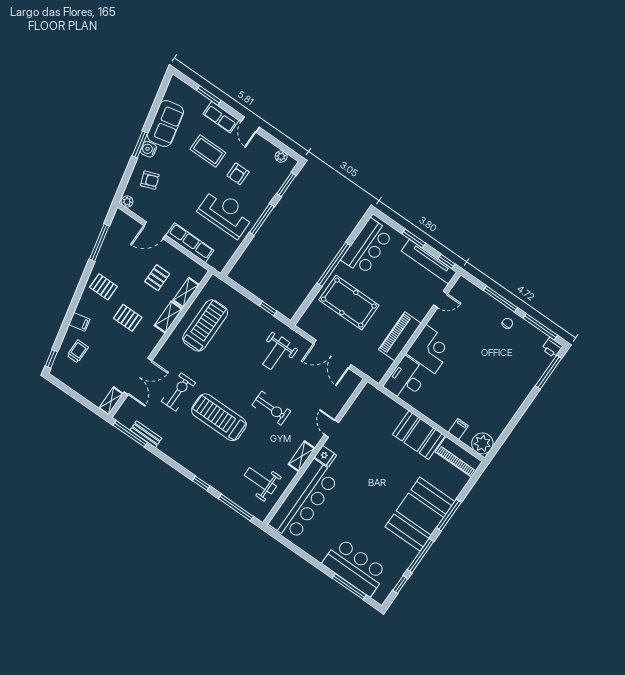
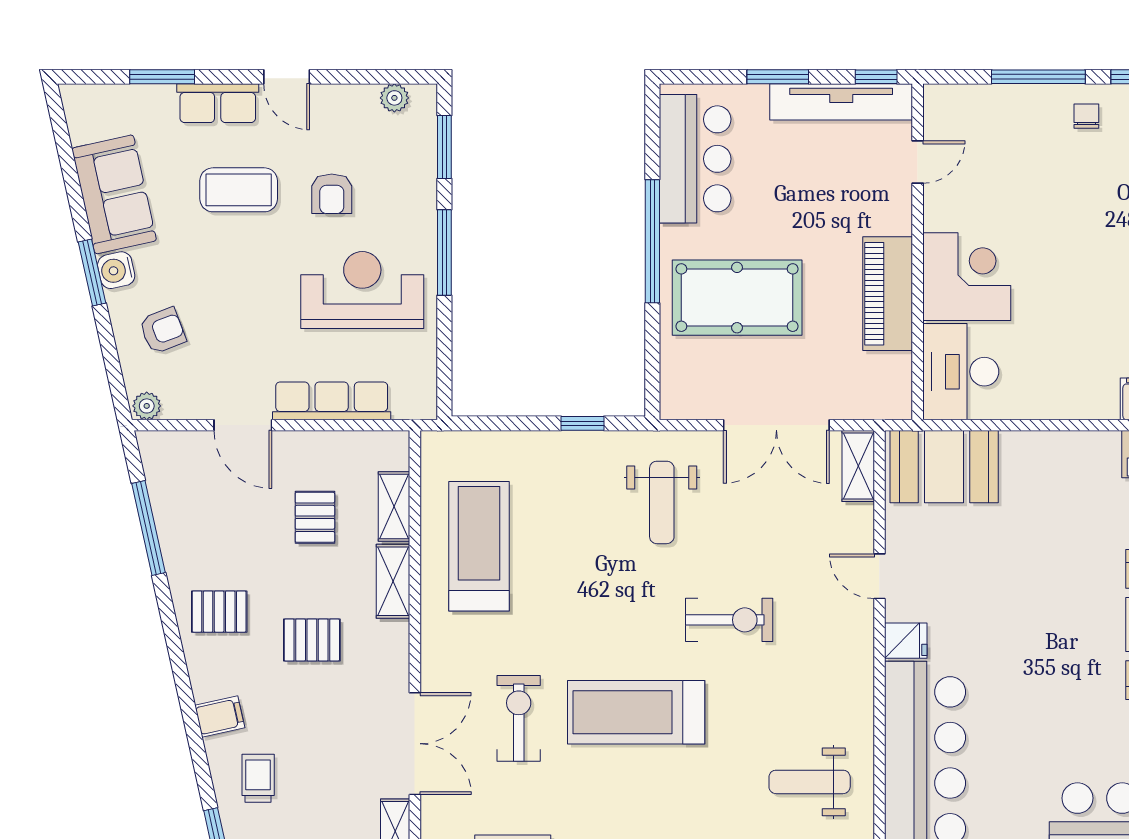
door: (155, 230) -> (243, 425), hinge flipped
booth: (419, 435) -> (944, 467), moved
shelving: (302, 456) -> (858, 466), moved

